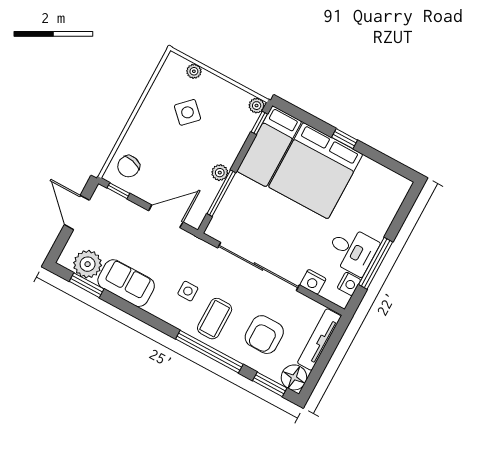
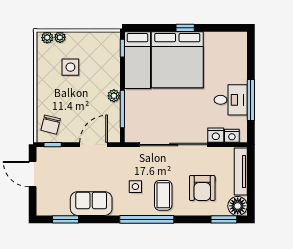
plant: (257, 106) -> (47, 38), moved
side table: (188, 112) -> (70, 67), turned 45
plant: (88, 264) -> (58, 205), removed
nightstand: (349, 284) -> (232, 136), moved, turned 90
window: (209, 352) -> (147, 219), moved

